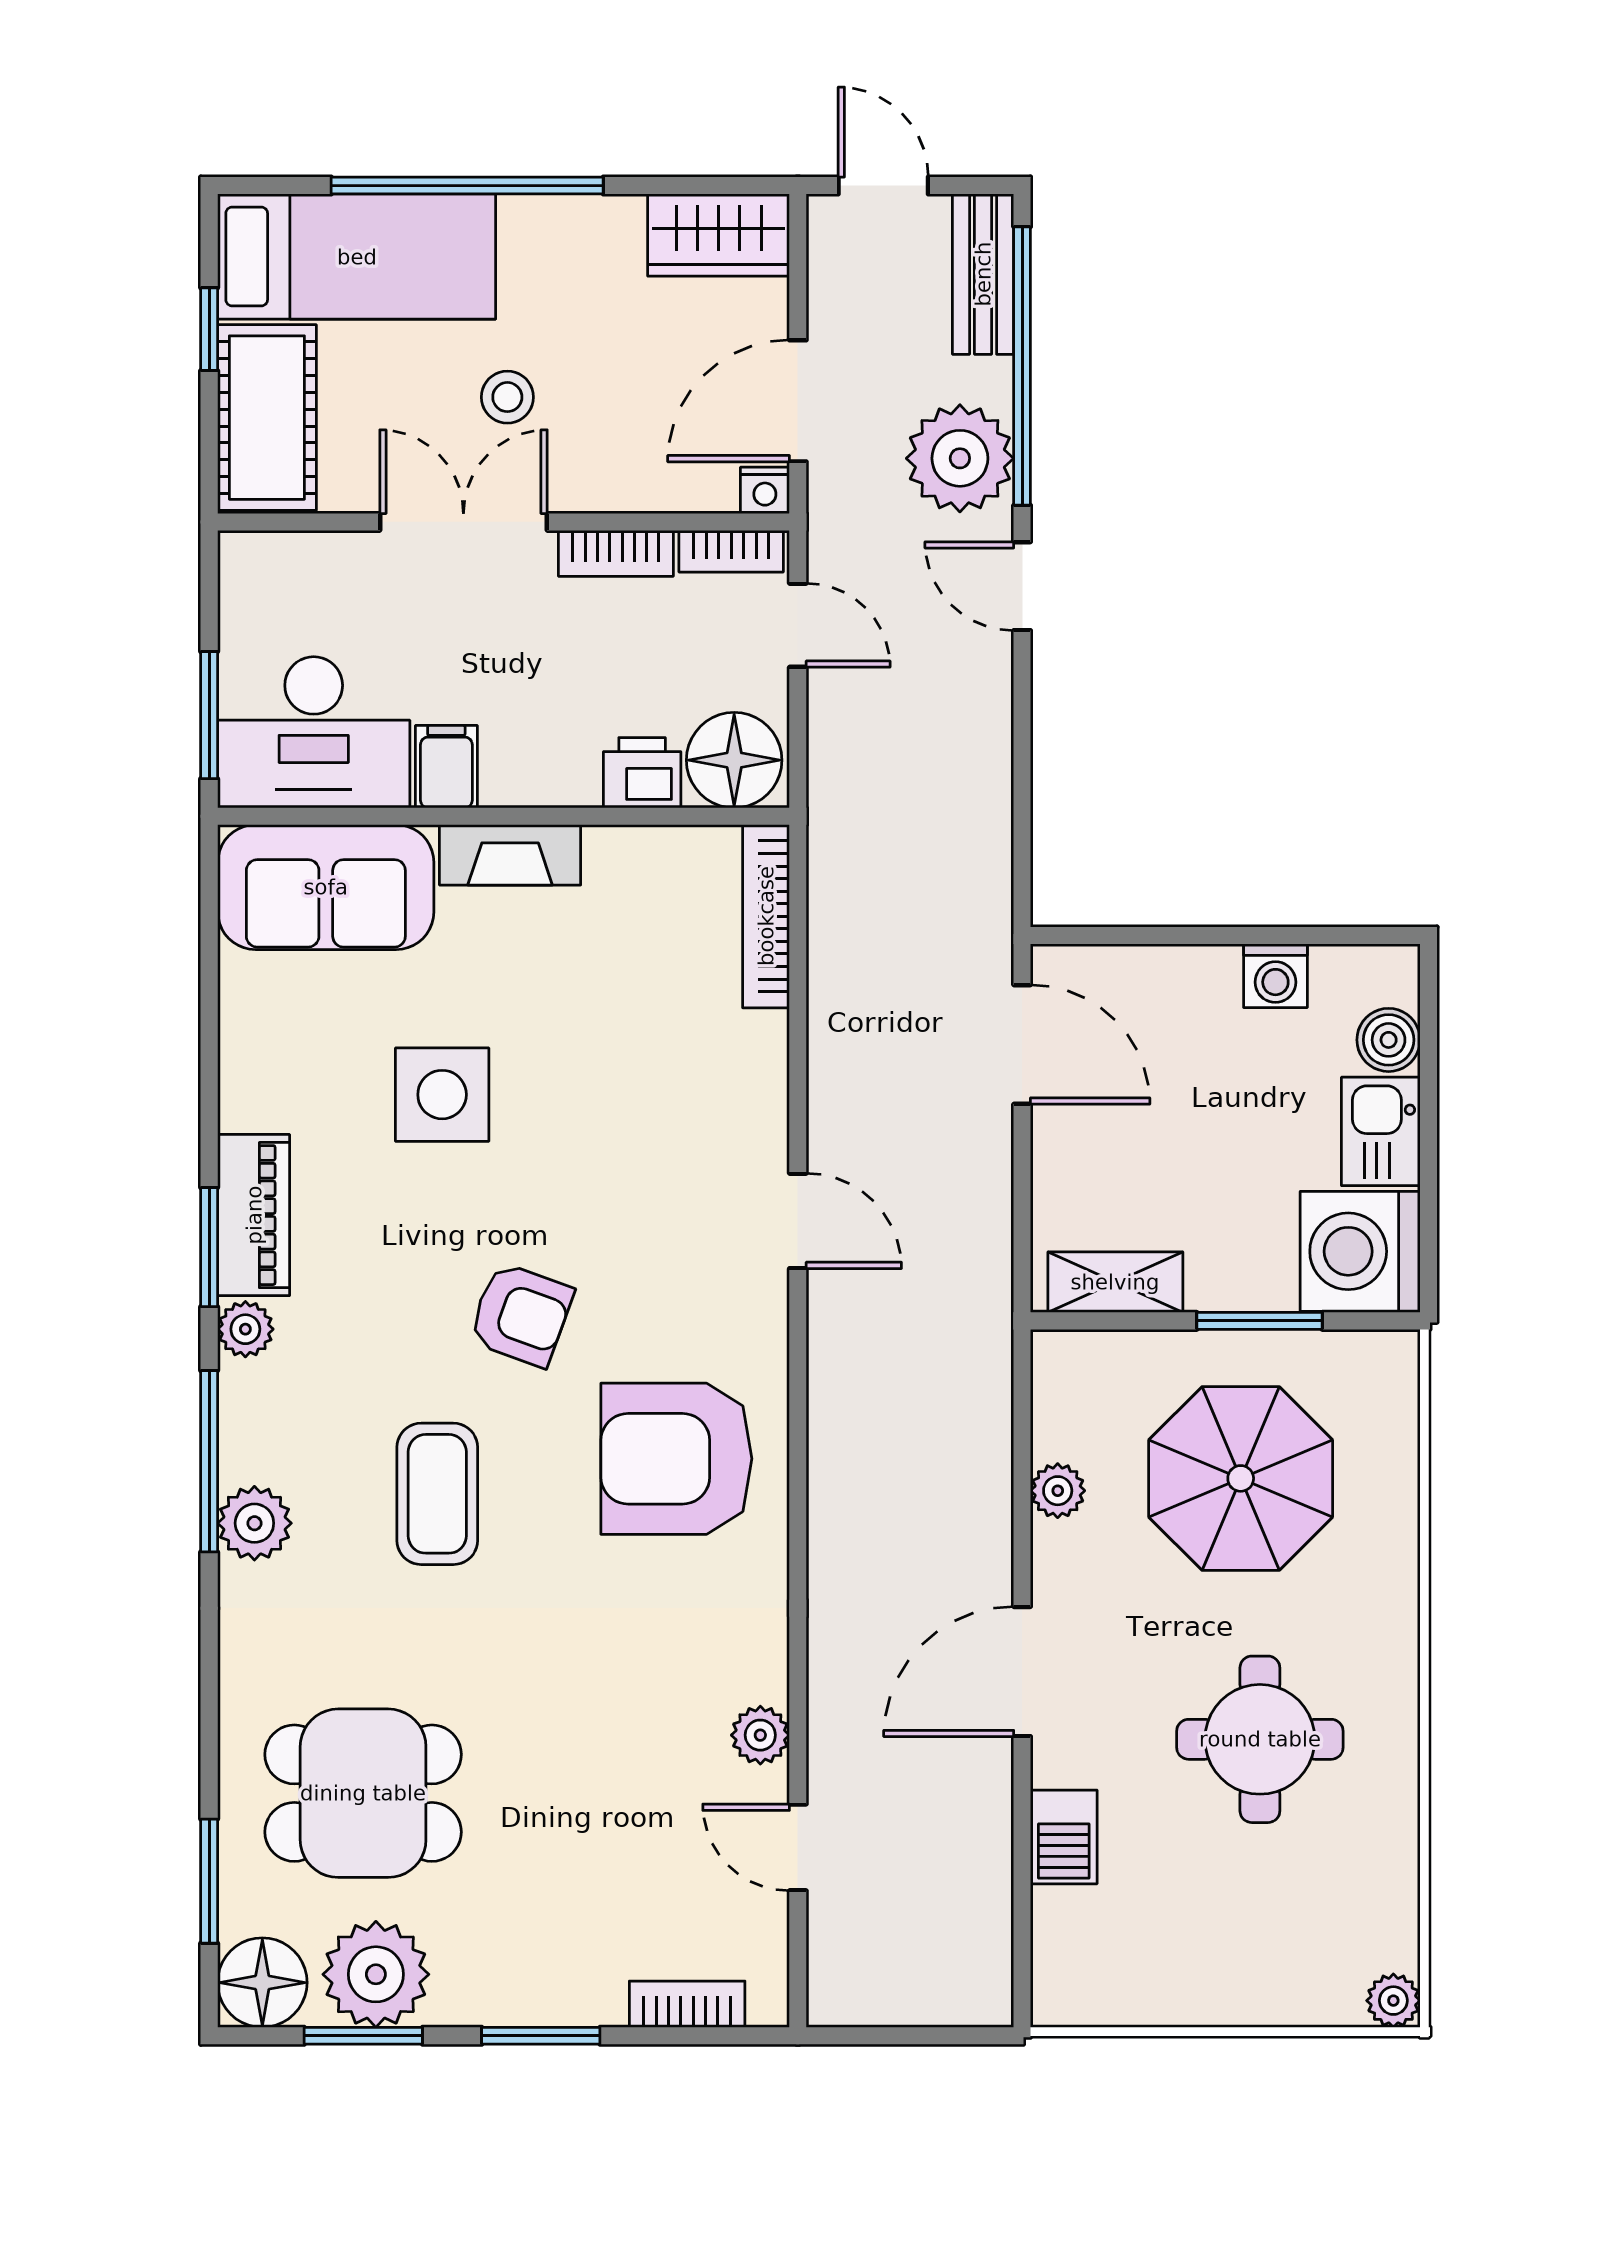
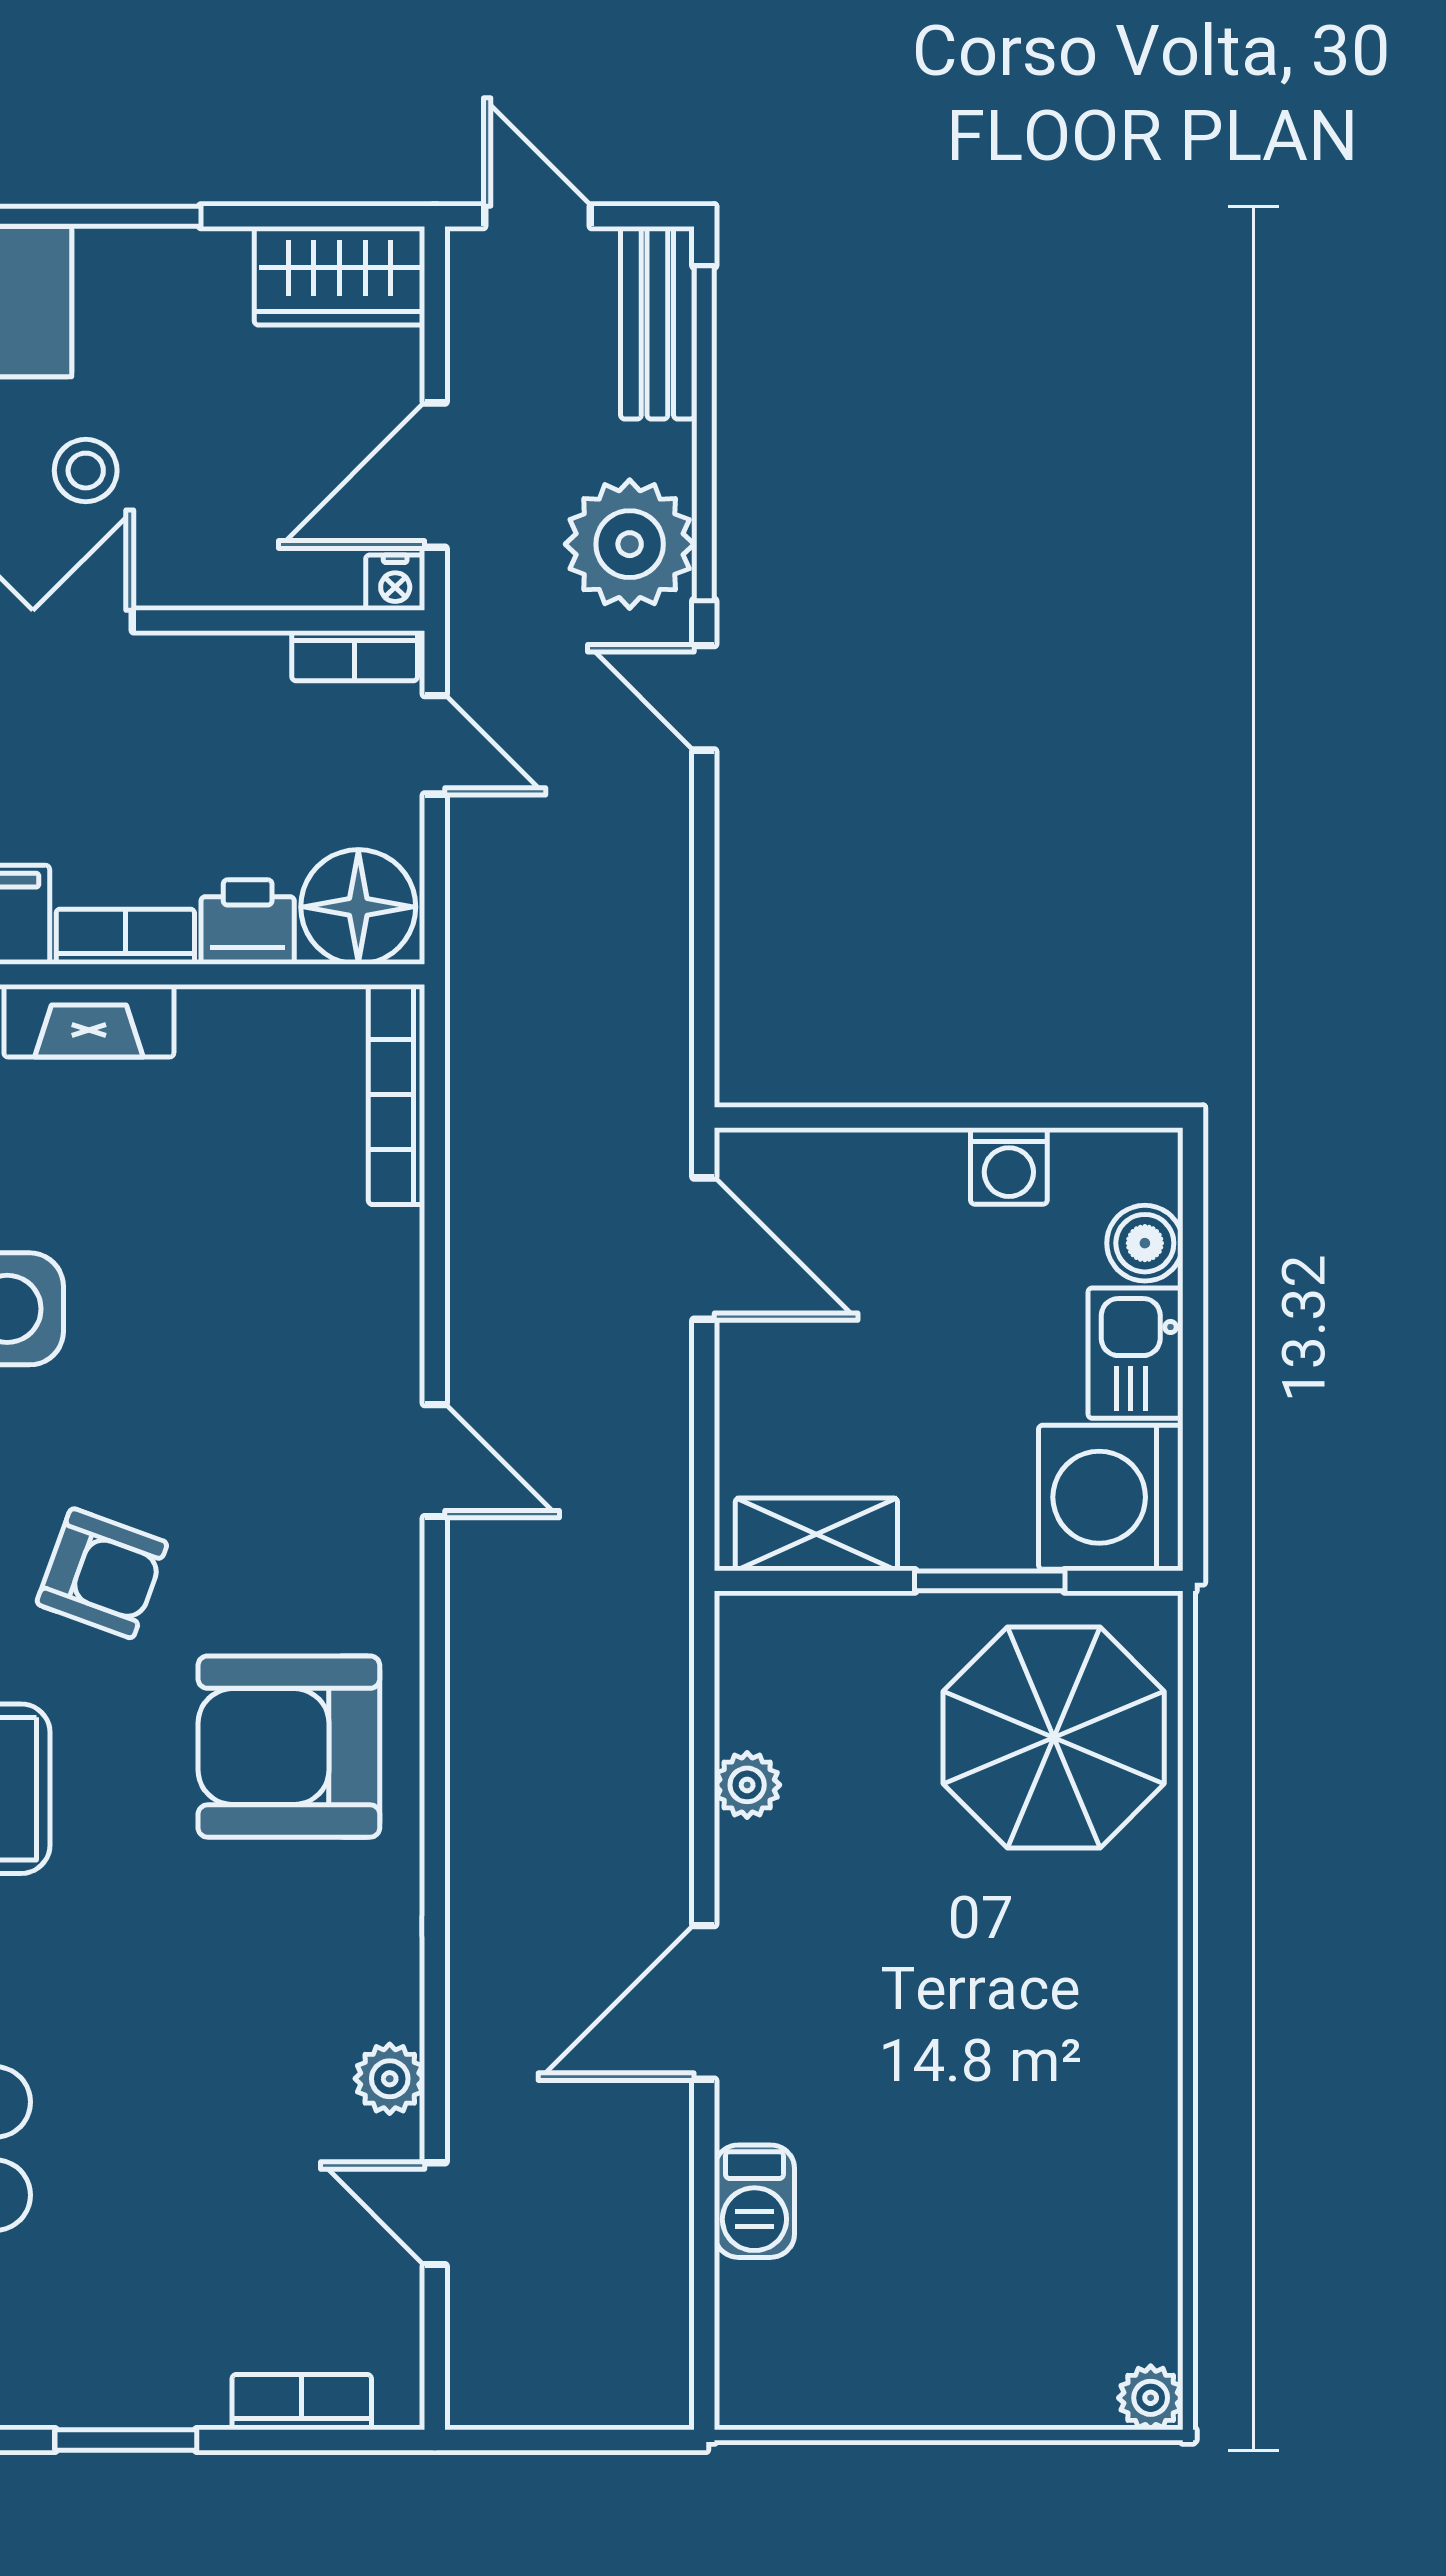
bookcase: (616, 553) -> (125, 937), moved, turned 180
parasol: (1241, 1478) -> (1054, 1738), moved
round table: (1260, 1739) -> (990, 2084), removed

